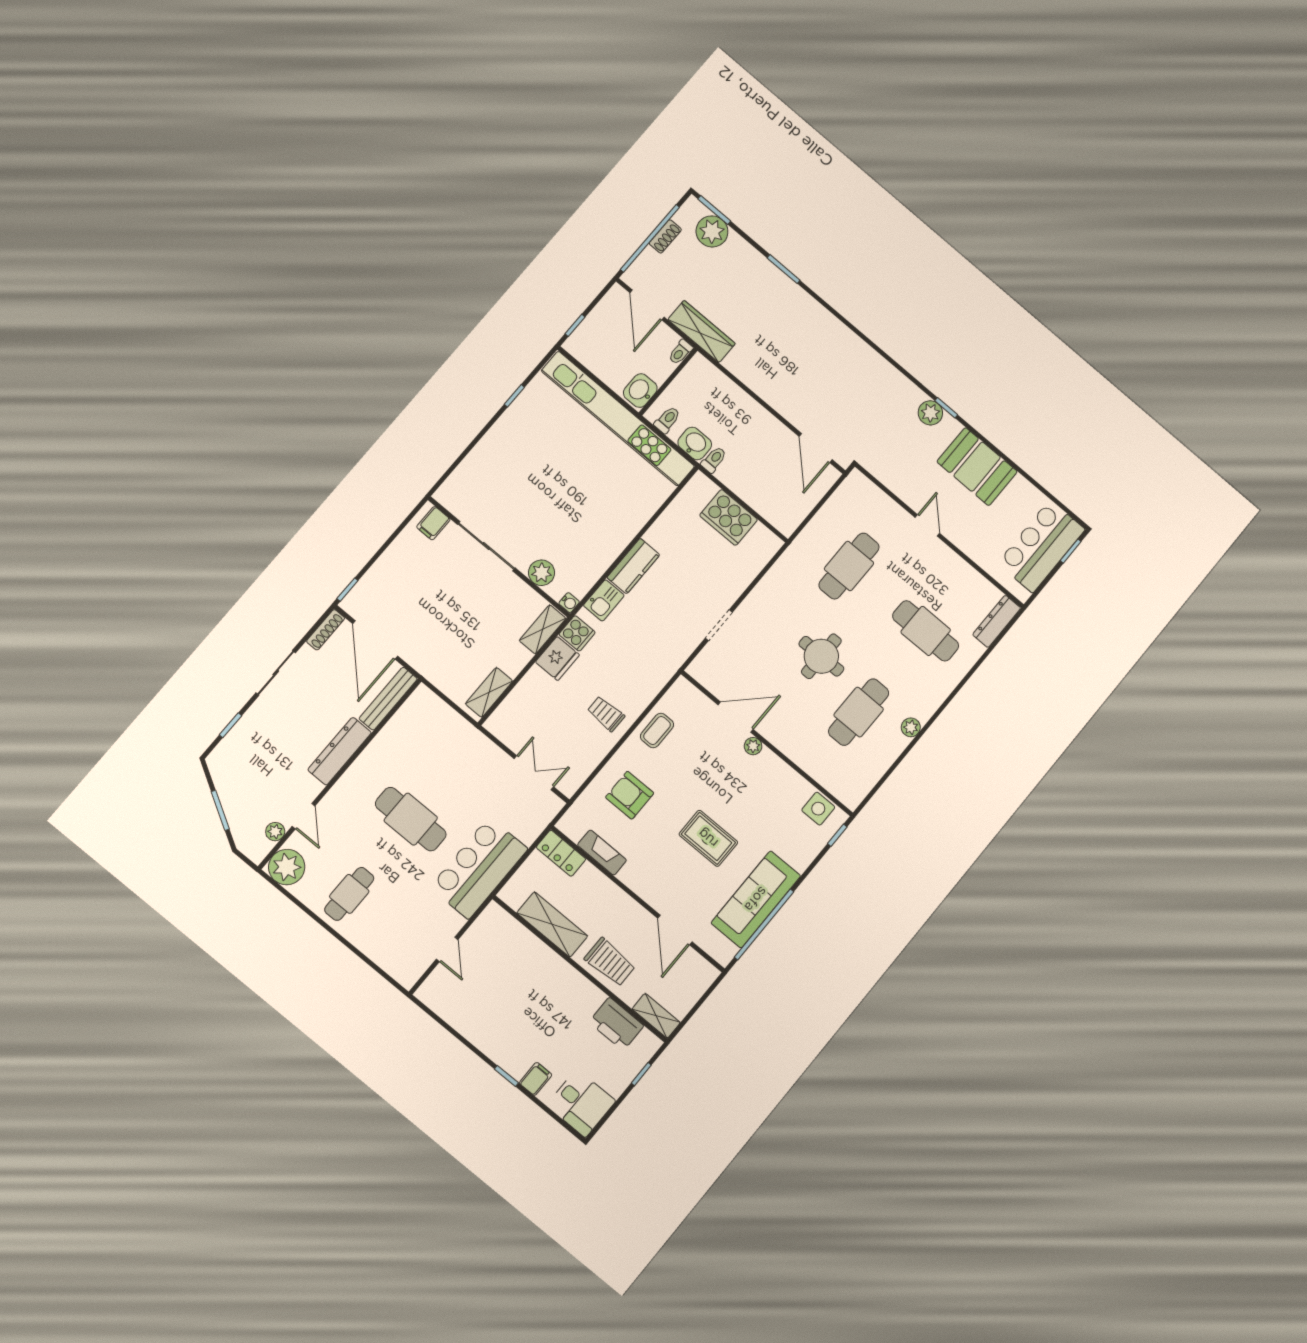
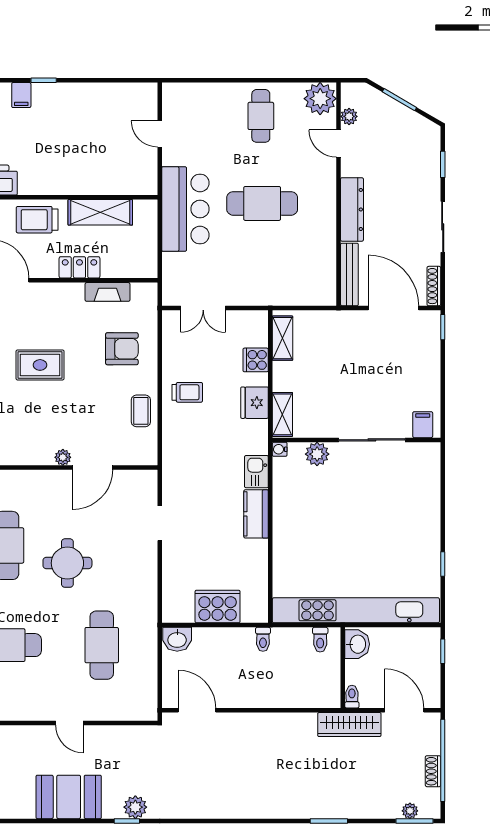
plant: (712, 231) -> (410, 811), width x0.53, depth x0.53
washbasin: (695, 443) -> (177, 639), moved
cooker: (577, 633) -> (256, 360), moved
locker: (561, 853) -> (79, 267), moved

